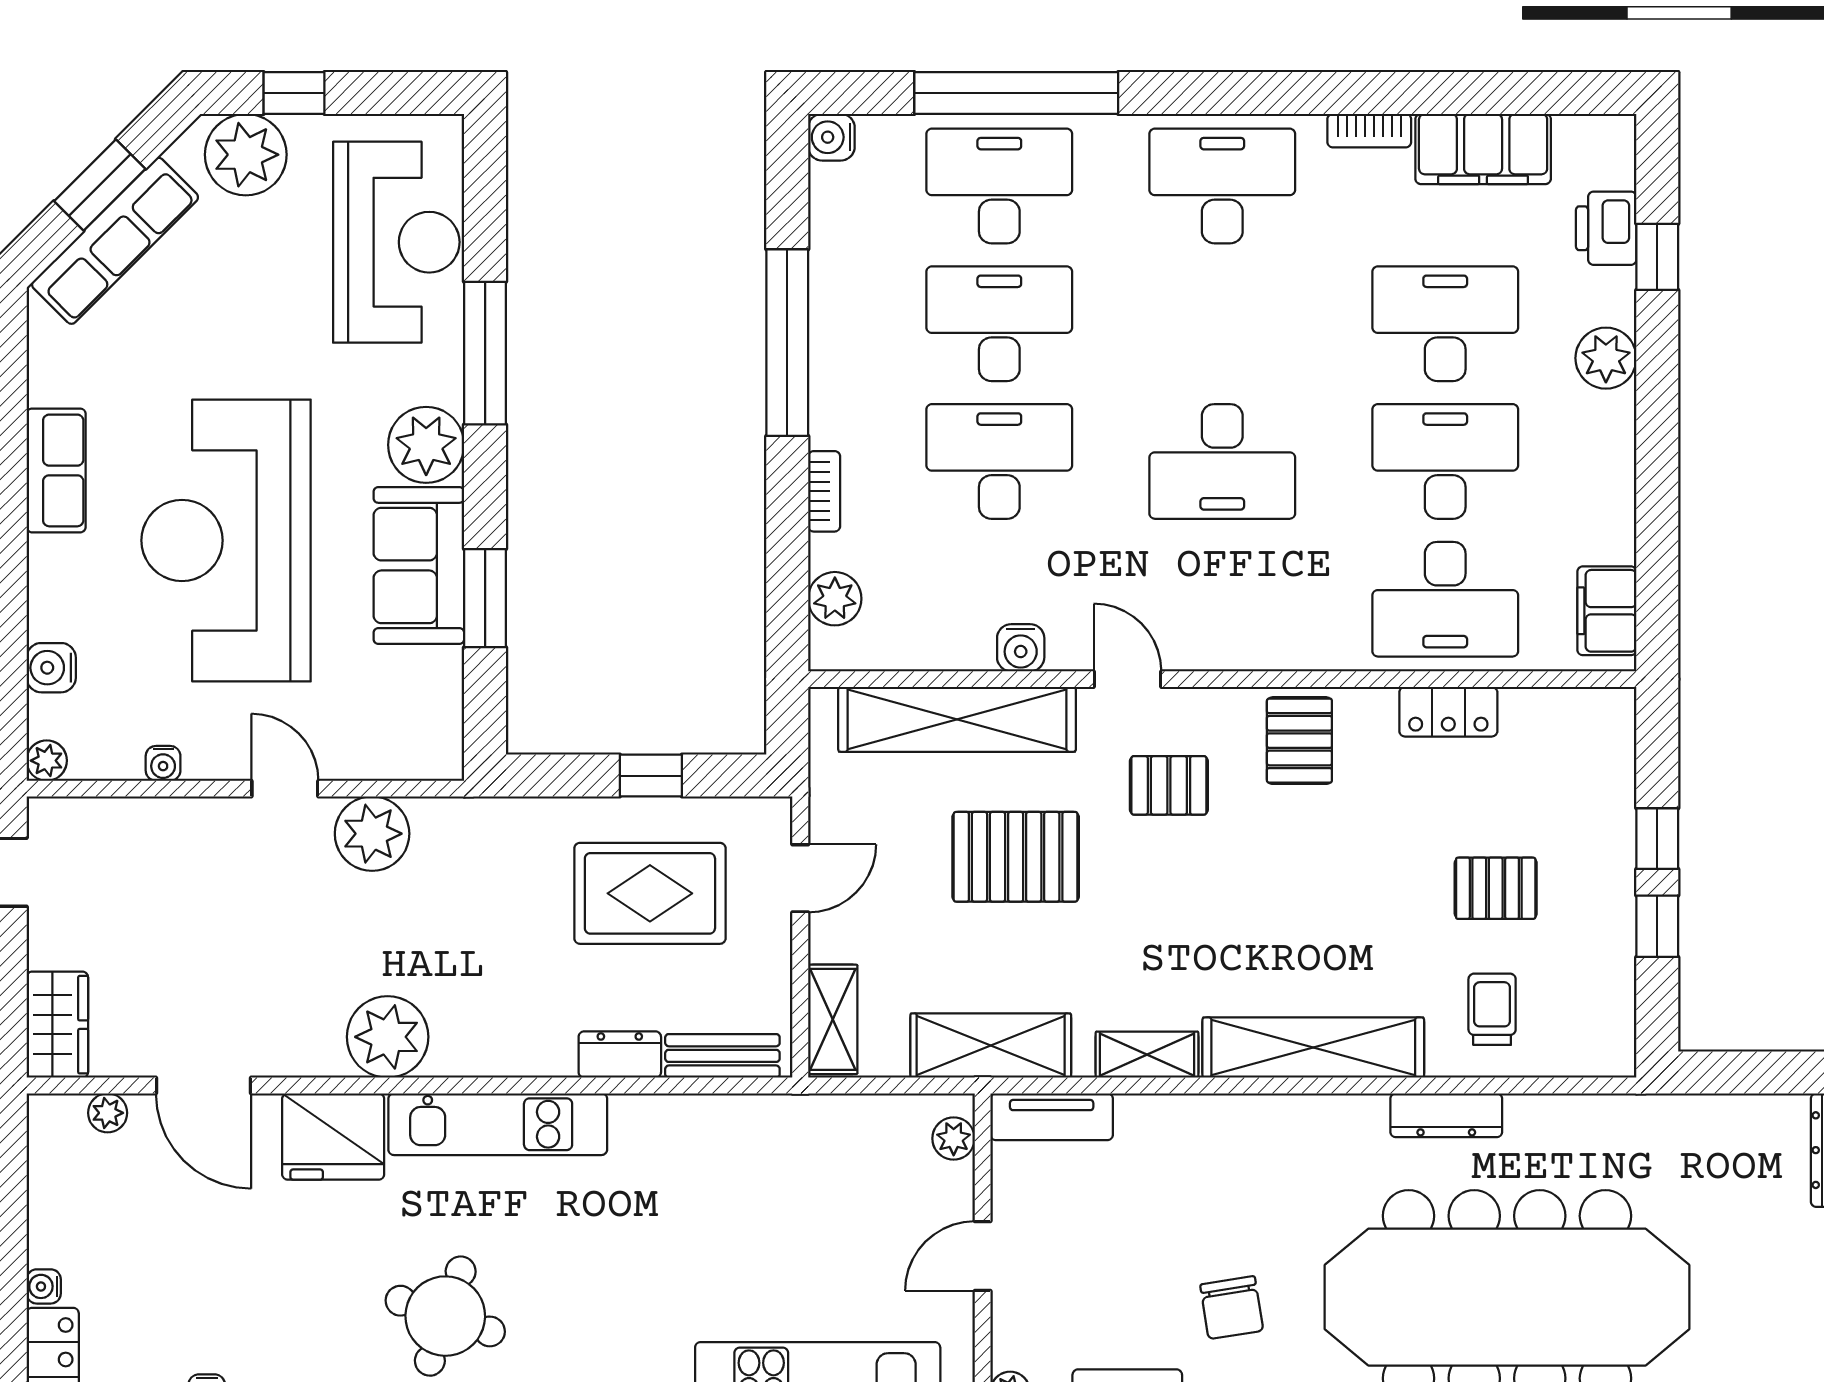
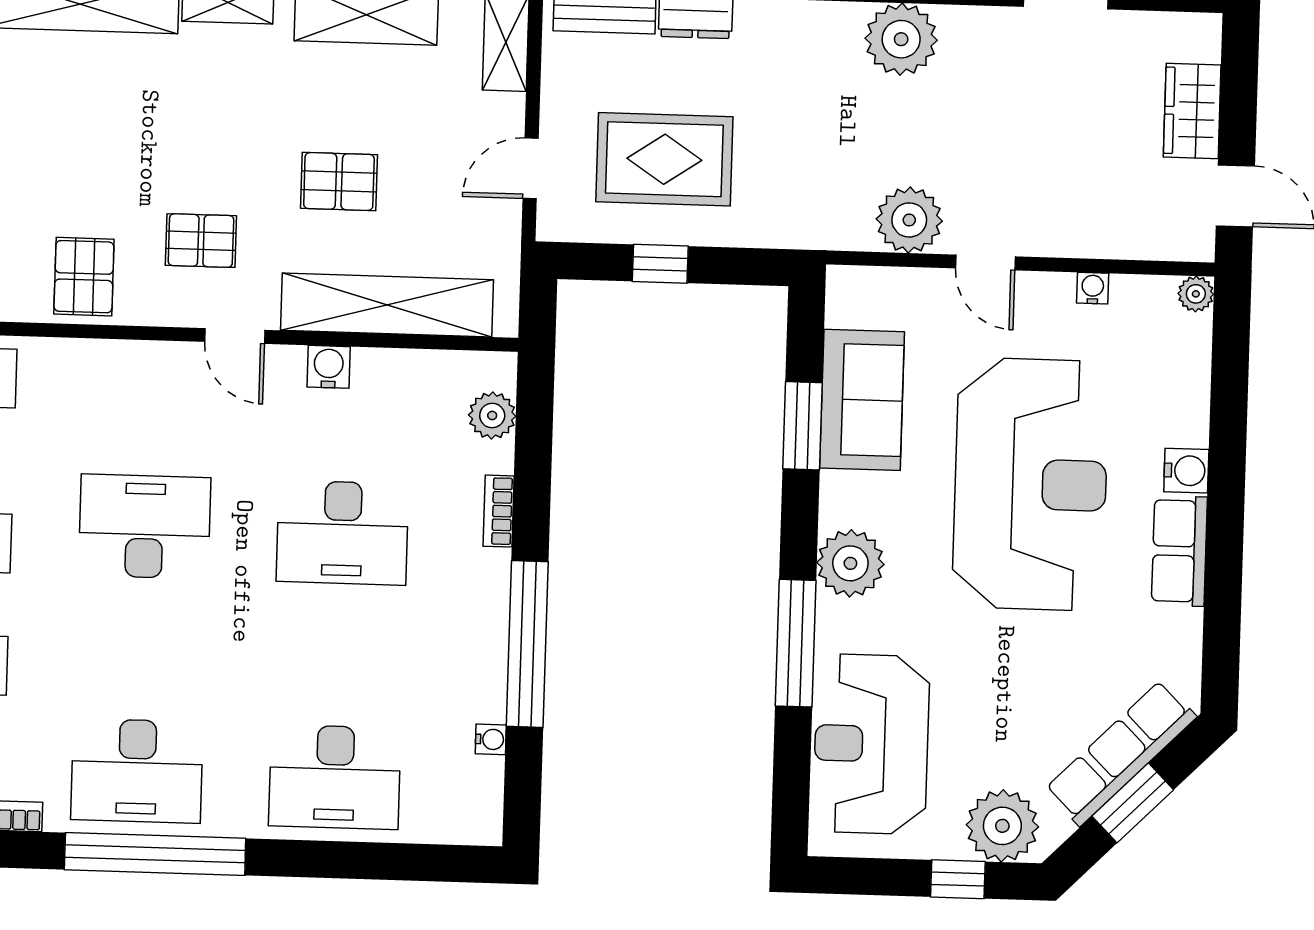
window: (1016, 93) -> (155, 854), moved
water cooler: (831, 137) -> (491, 739), moved, width x0.72, depth x0.72
desk: (999, 324) -> (339, 655), removed
sofa: (419, 565) -> (862, 400), moved
water cooler: (51, 668) -> (1186, 471), moved
pallet: (1016, 857) -> (339, 182), width x0.67, depth x0.71
wardrobe: (57, 1025) -> (1192, 111), moved

